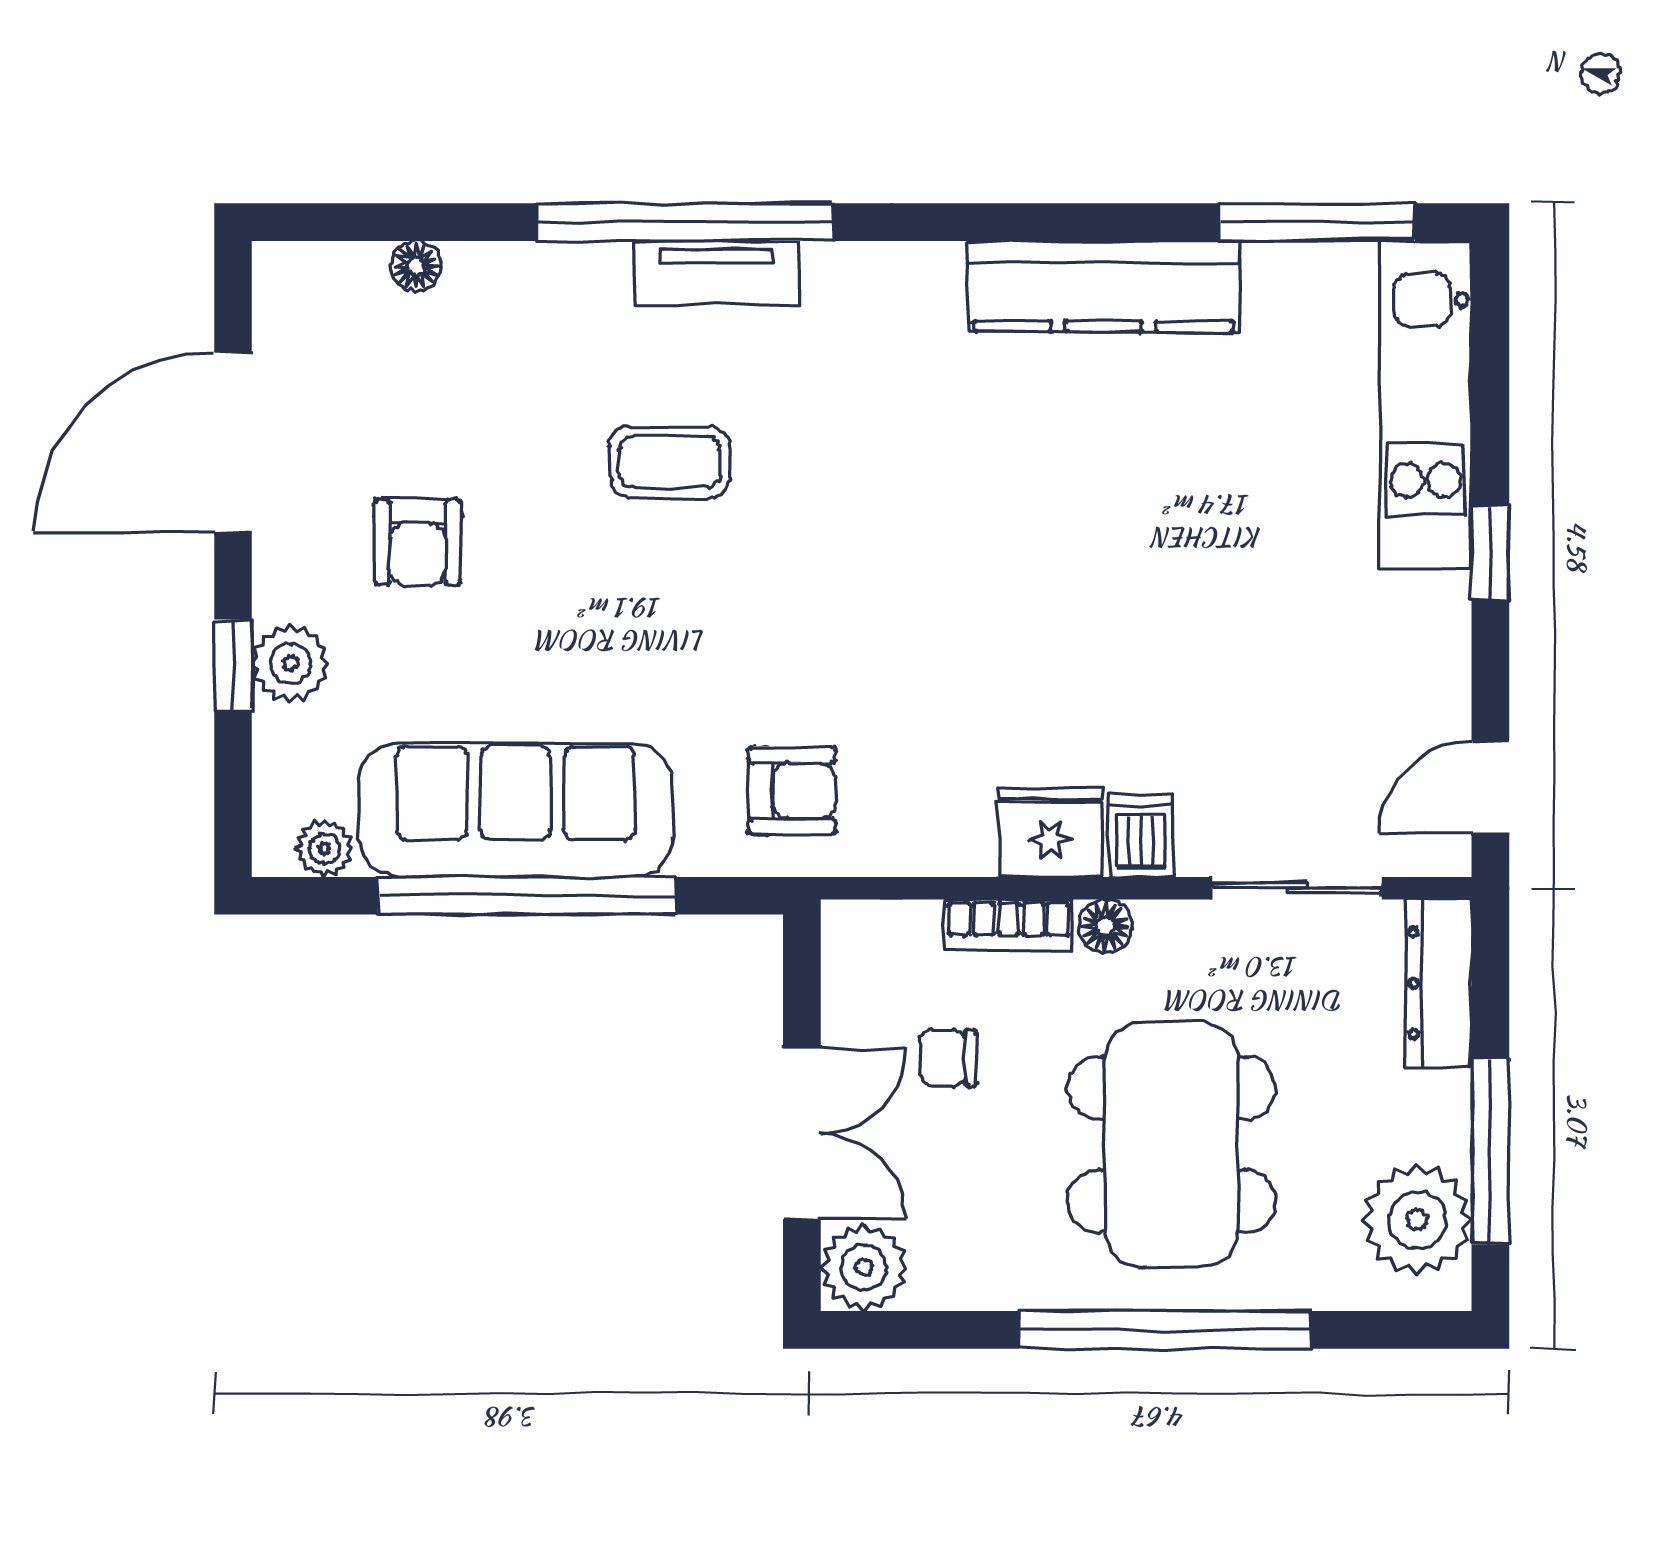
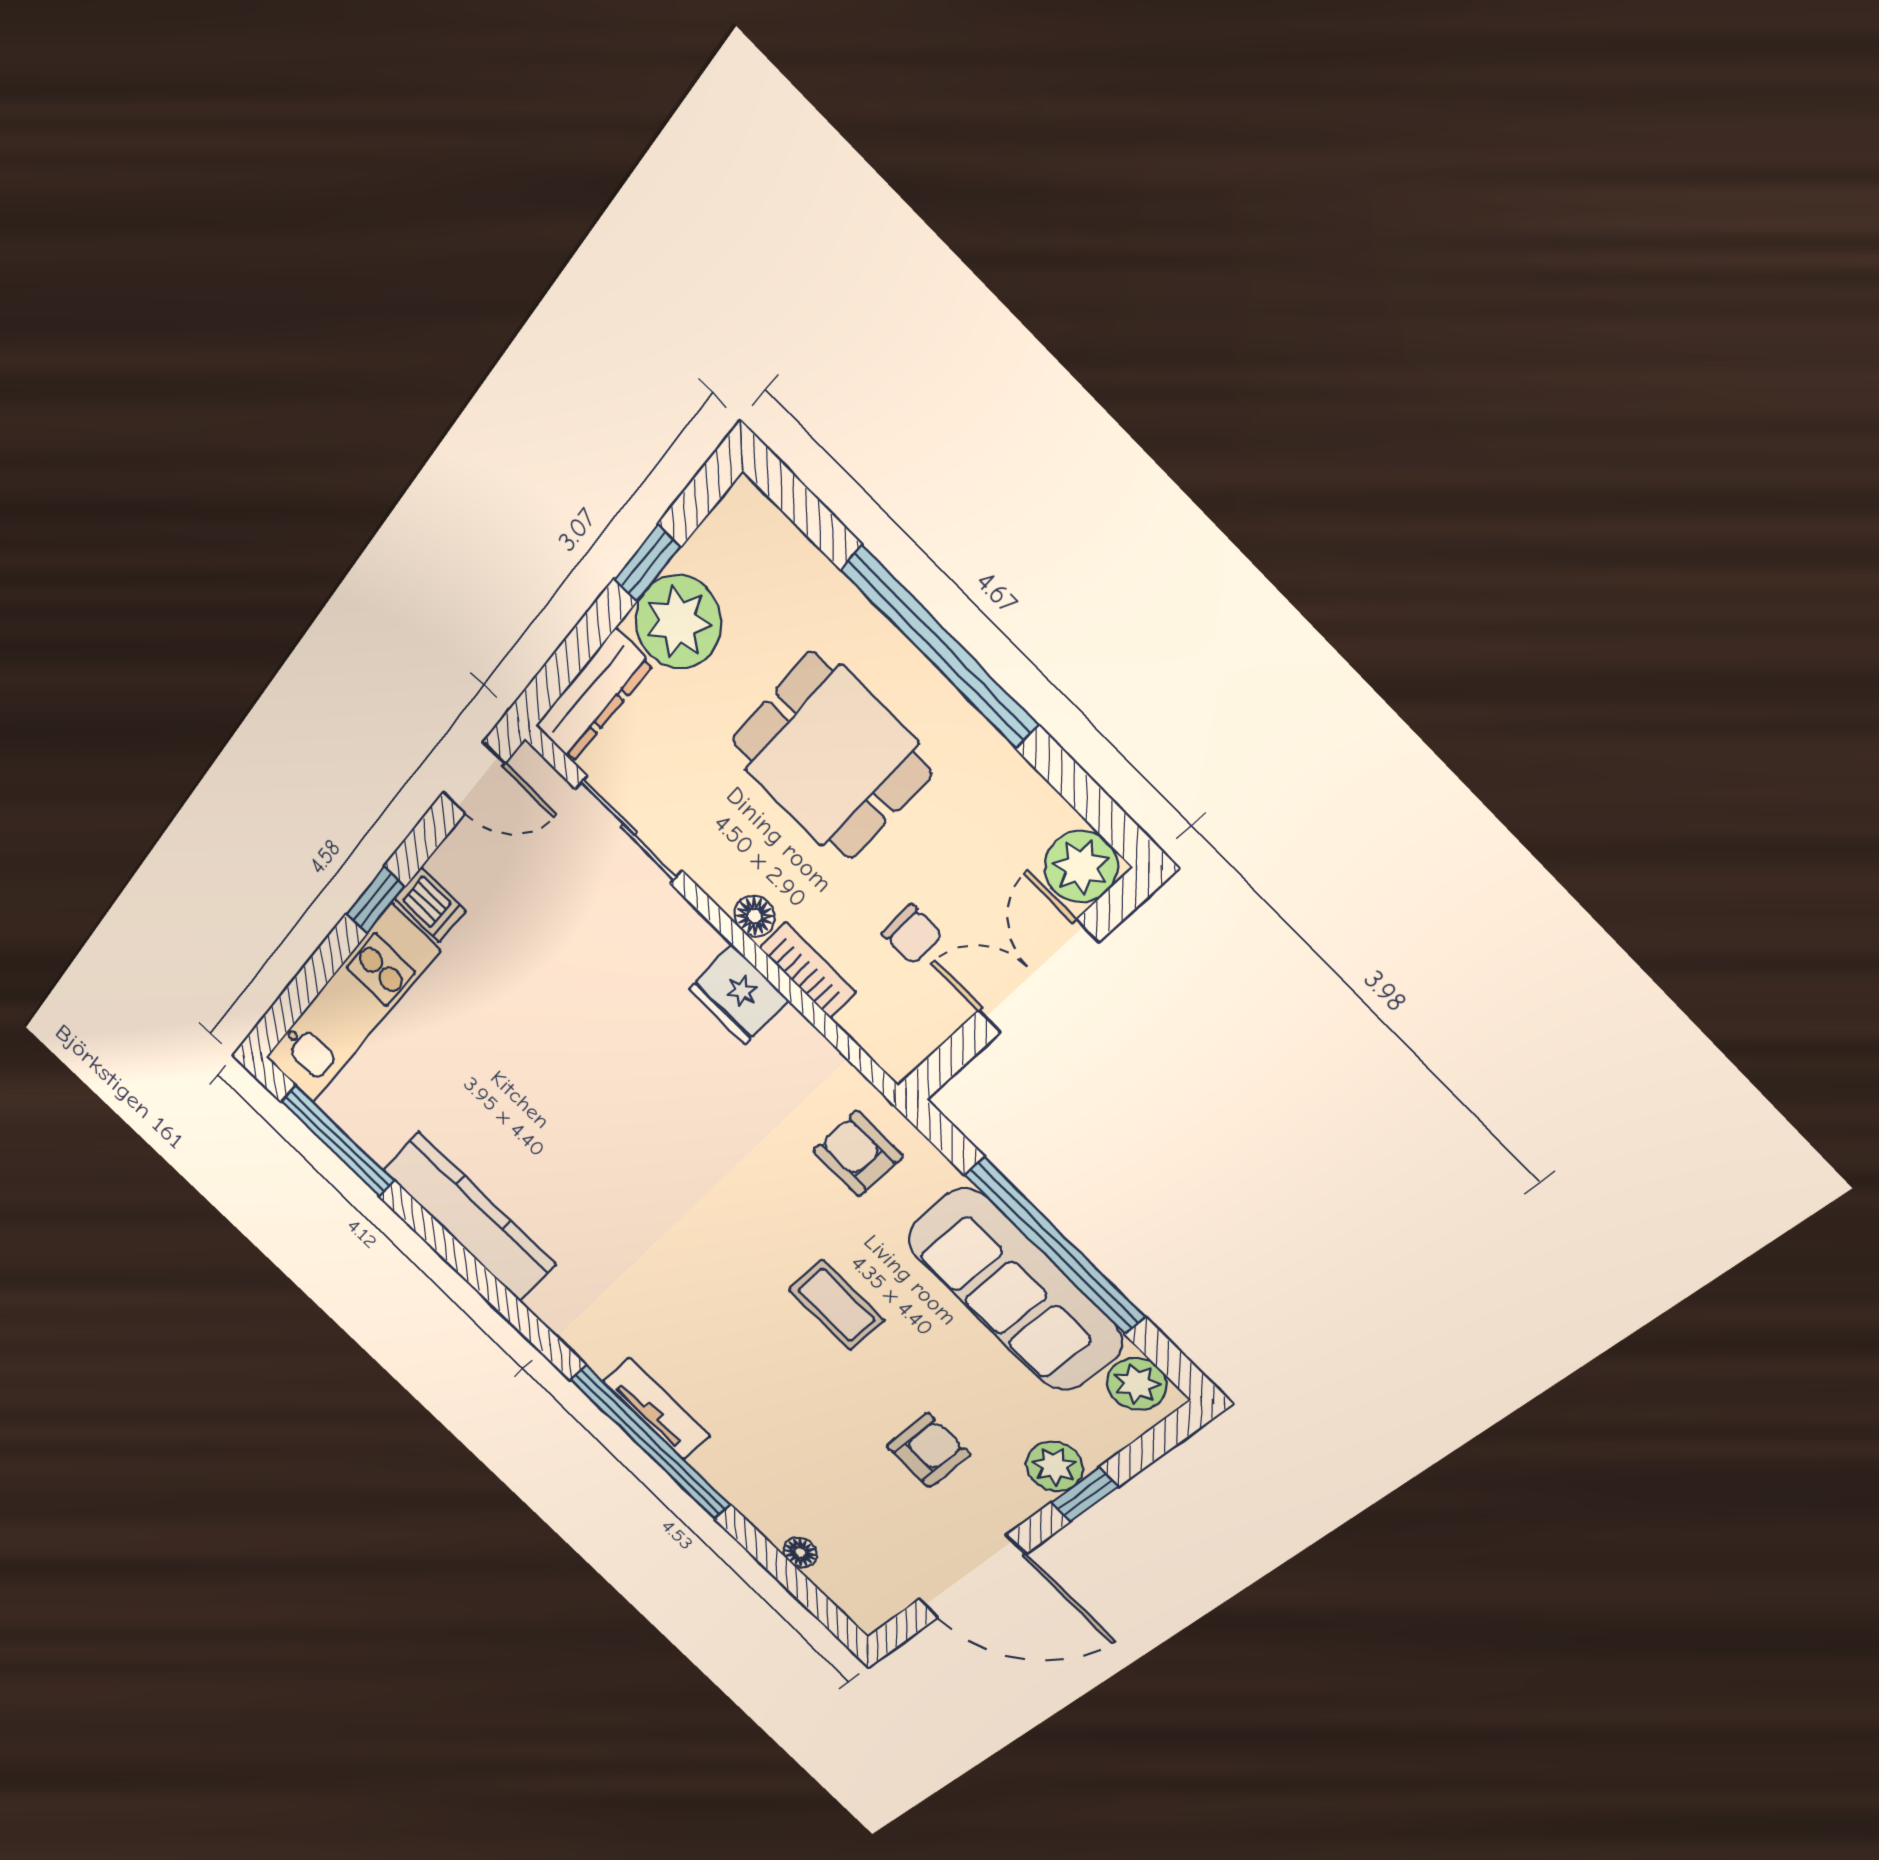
coffee table: (669, 462) -> (836, 1305), moved
dishwasher: (1140, 835) -> (430, 905), moved, turned -90
plant: (324, 849) -> (1137, 1384), width x1.38, depth x1.38
dining table: (1172, 1145) -> (831, 756), width x0.73
window: (1490, 1152) -> (647, 563), width x0.46
plant: (1417, 1220) -> (678, 622), moved

